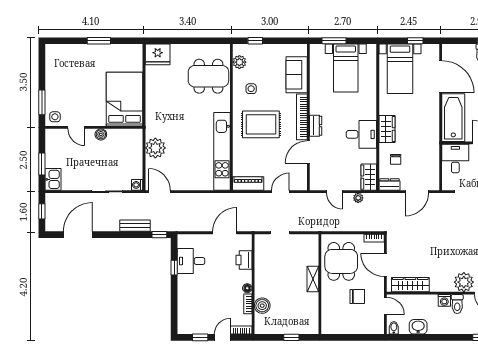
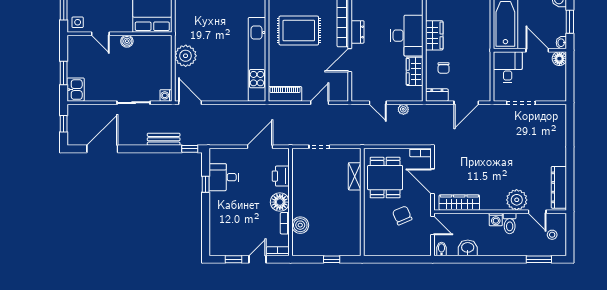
desk: (361, 134) -> (407, 36), width x1.37
wardrobe: (369, 177) -> (415, 71), moved
shelving: (313, 279) -> (355, 176), moved
floor lamp: (247, 288) -> (280, 202), width x1.89, depth x1.89
chair: (357, 297) -> (402, 215), turned -113

